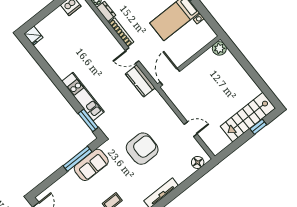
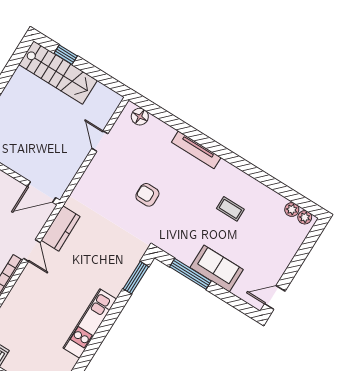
kitchen unit: (83, 97) -> (90, 324), moved
armchair: (142, 149) -> (147, 195), width x0.53, depth x0.53
sofa: (91, 165) -> (217, 269), moved

